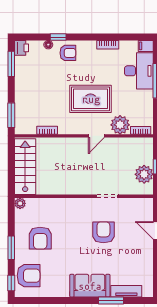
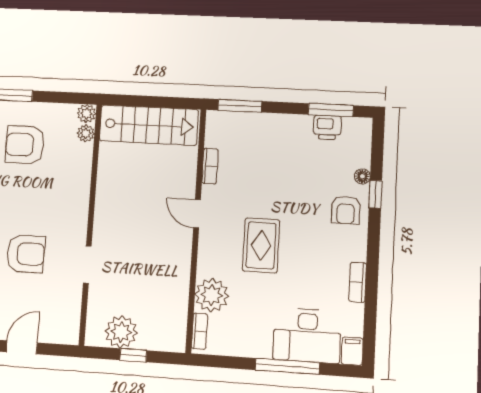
printer: (21, 48) -> (327, 128), moved
rug: (91, 99) -> (261, 245), width x0.73, depth x0.70
door: (96, 136) -> (197, 214), moved
plant: (32, 203) -> (86, 133), added

